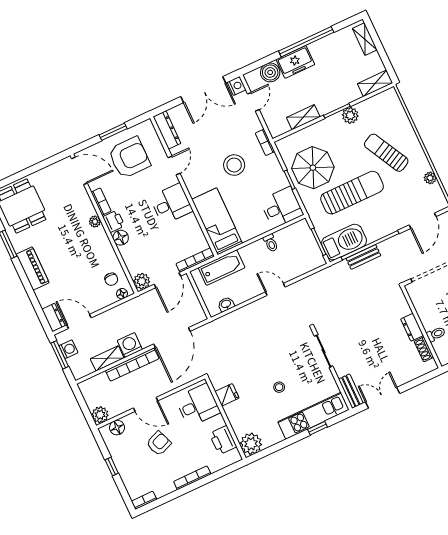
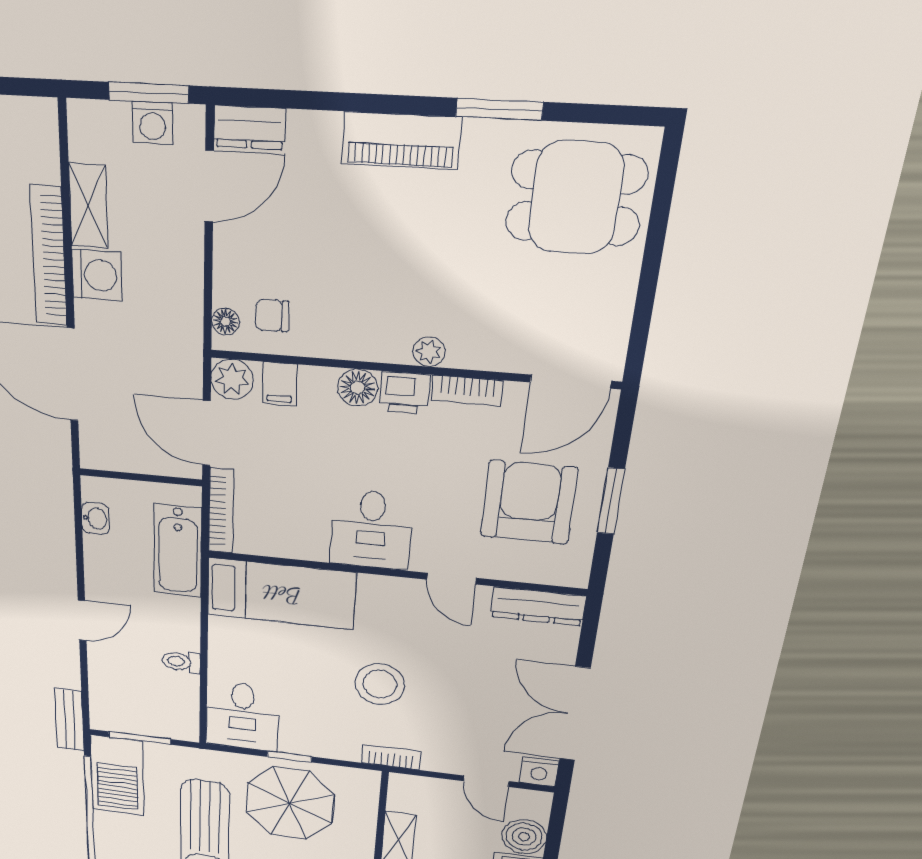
armchair: (129, 158) -> (529, 502), turned 180
bench: (363, 257) -> (69, 720), moved
filing cabinet: (134, 264) -> (280, 384), added

